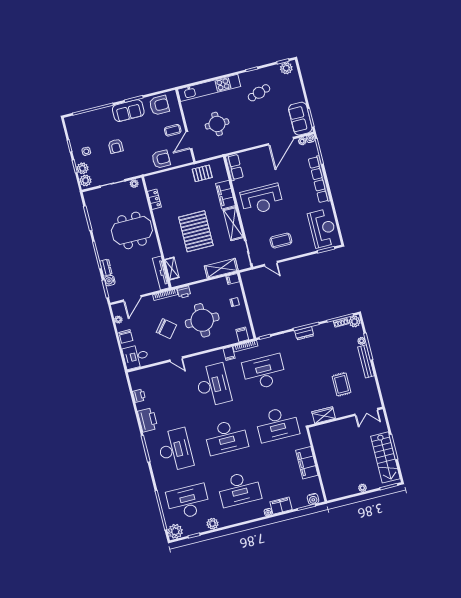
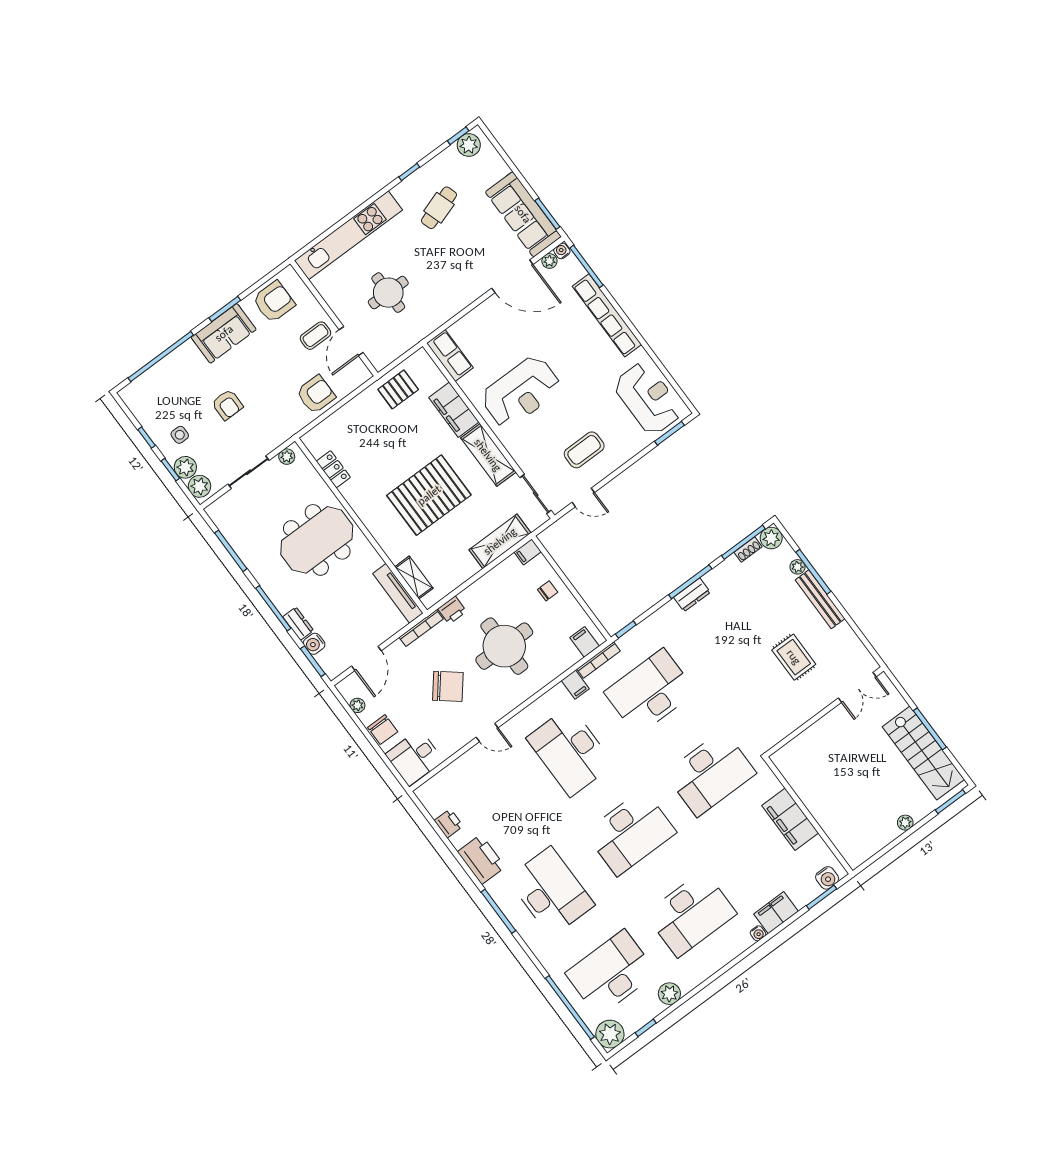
sofa: (300, 119) -> (523, 214), width x1.36
door: (281, 141) -> (512, 276), hinge flipped
pallet: (196, 231) -> (429, 495), turned 90
desk: (213, 385) -> (570, 751), turned 180
wardrobe: (324, 415) -> (785, 724), removed

